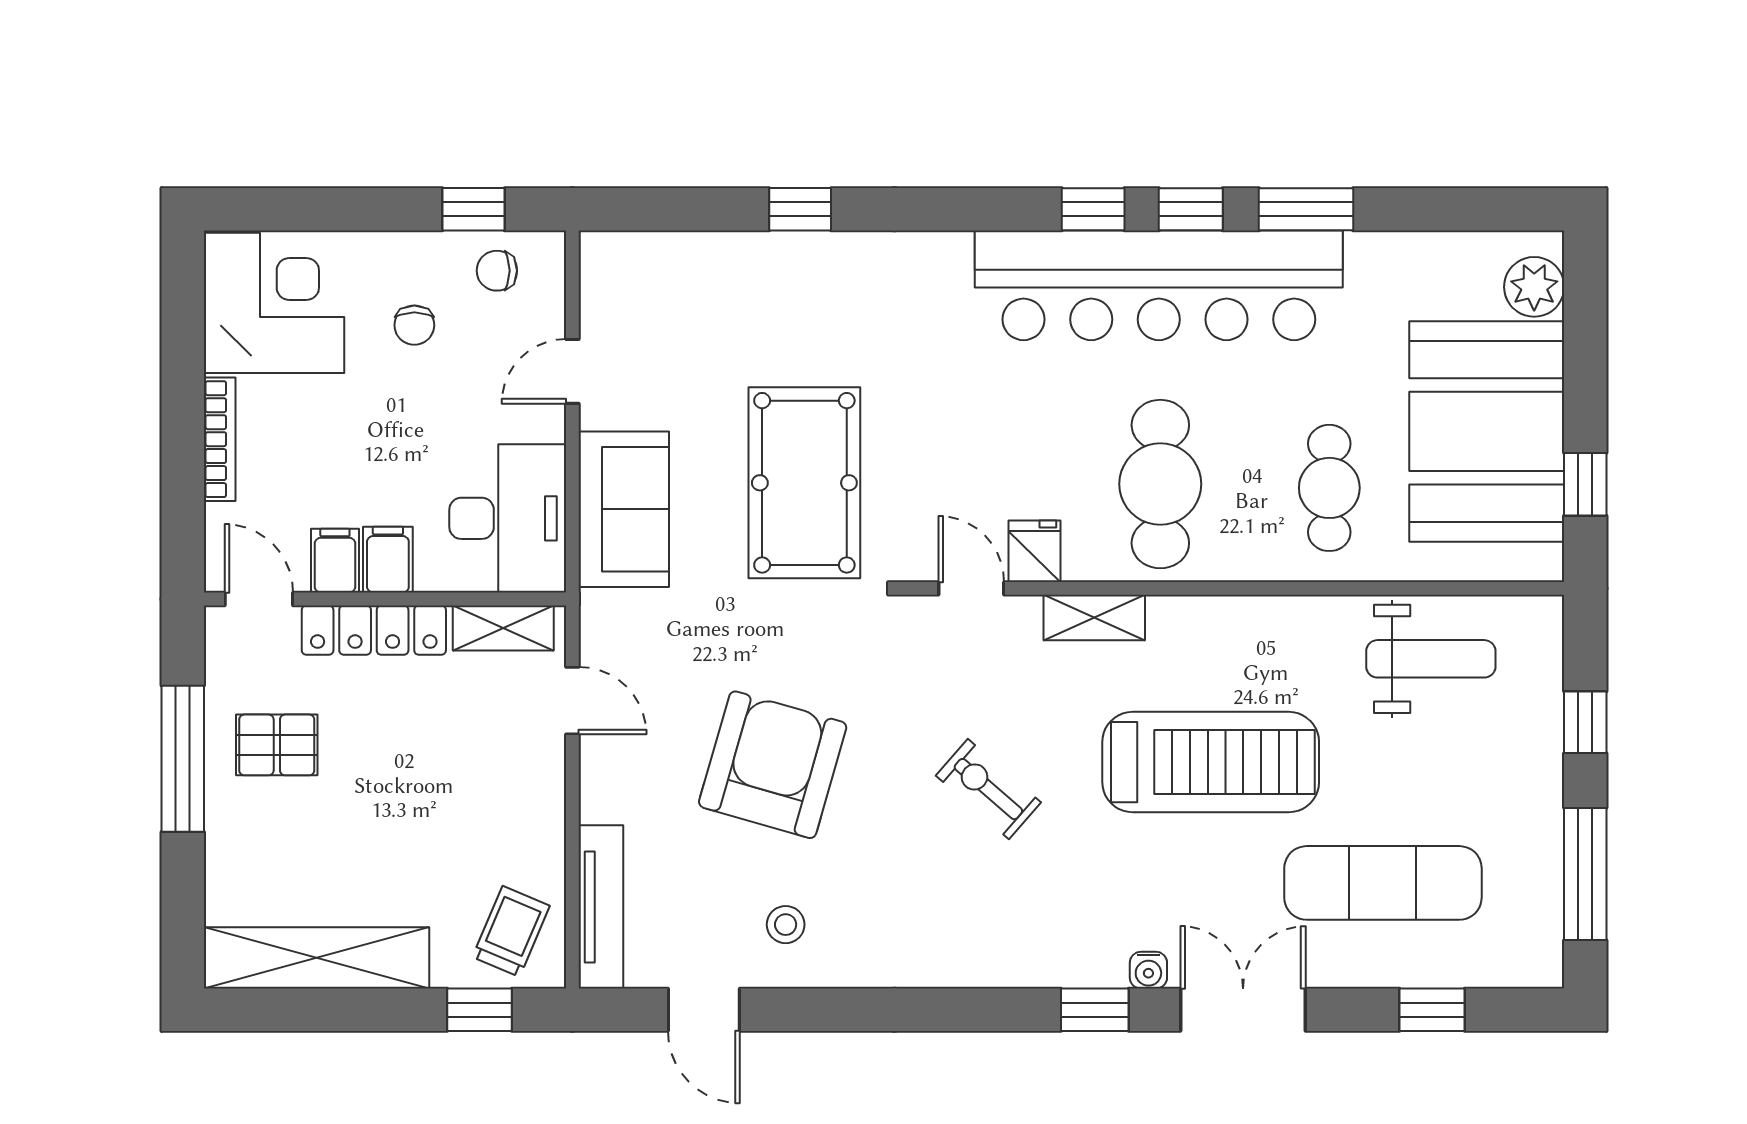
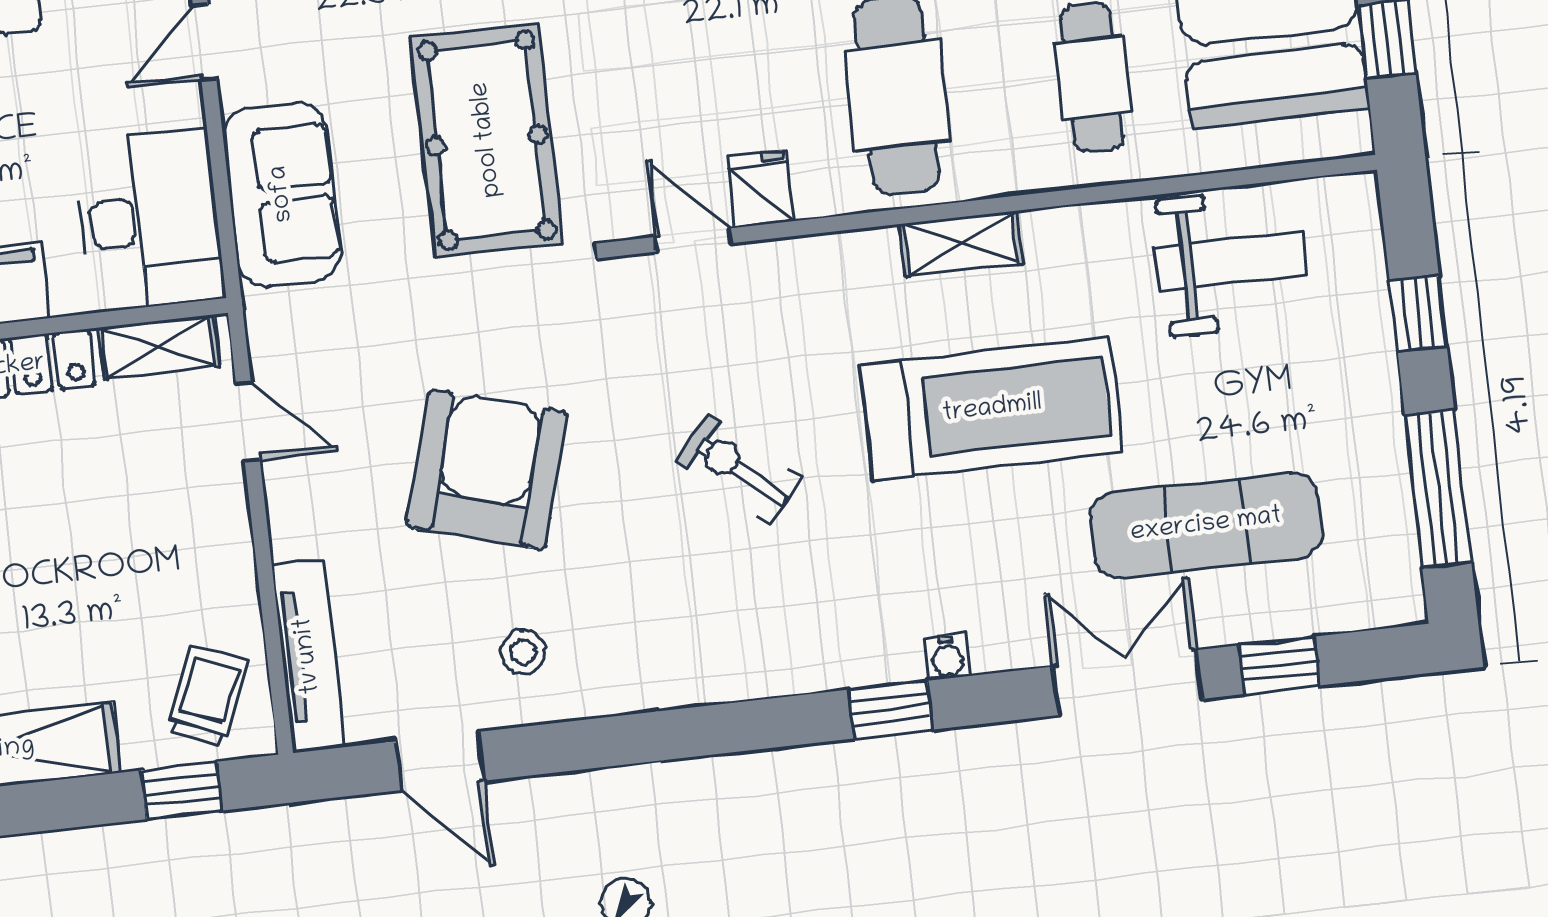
shelving: (1094, 617) -> (961, 244), moved
double door: (1243, 1010) -> (1127, 683), moved

